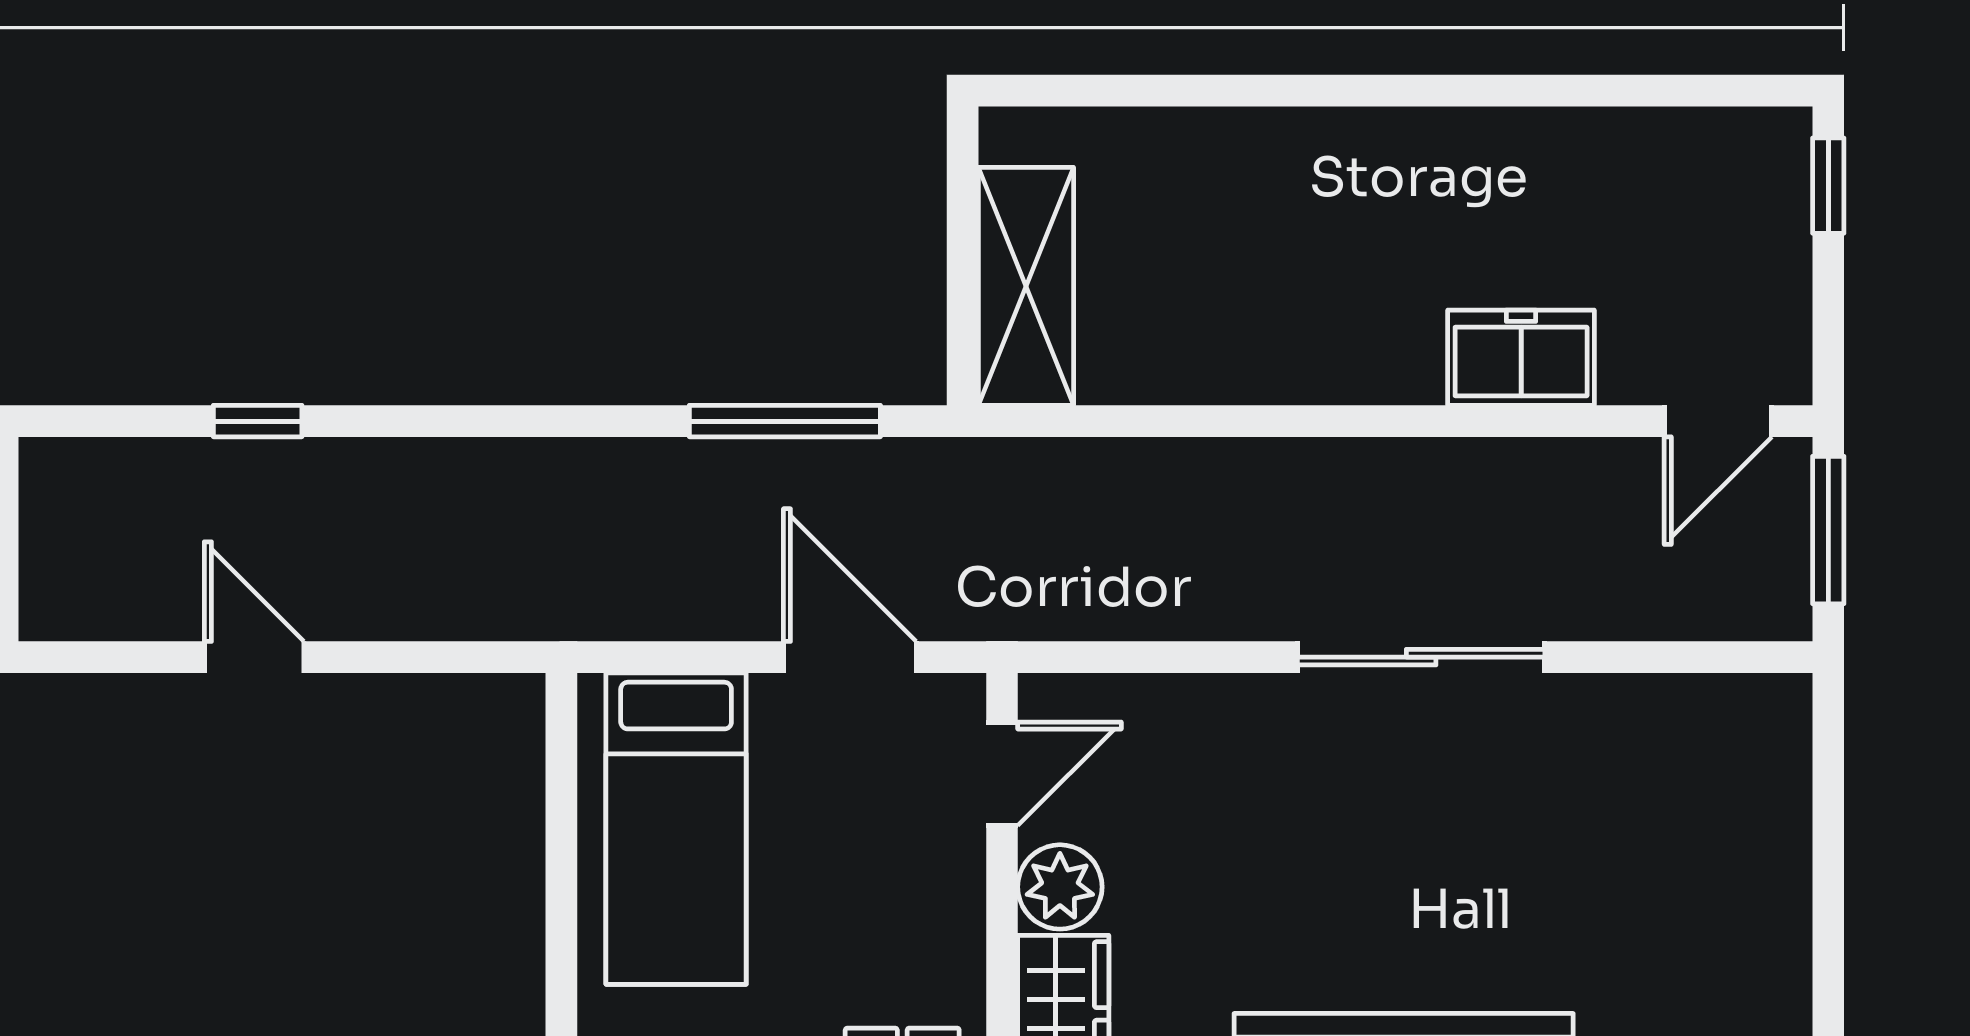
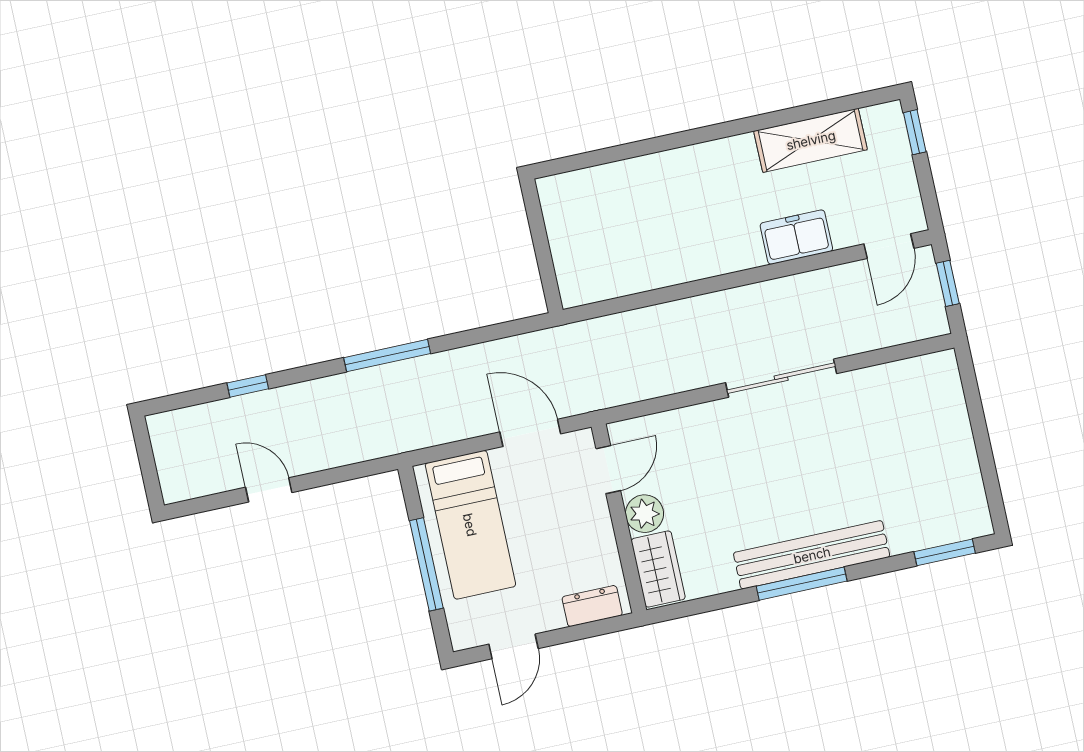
shelving: (1026, 286) -> (811, 140), moved, turned 90
window: (785, 421) -> (387, 356), moved
window: (1828, 530) -> (948, 283), width x0.67
window: (561, 894) -> (426, 564), added

